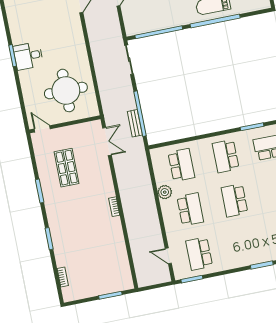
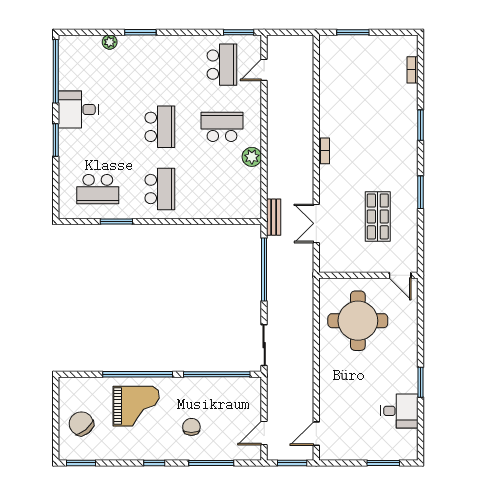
desk: (28, 56) -> (399, 411), moved
bench: (135, 123) -> (274, 217), moved
double door: (107, 141) -> (316, 223), moved
school desk: (181, 165) -> (222, 189), removed
school desk: (190, 209) -> (222, 127), turned 90
door: (168, 256) -> (264, 70), swing flipped

